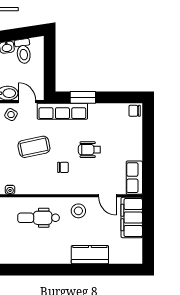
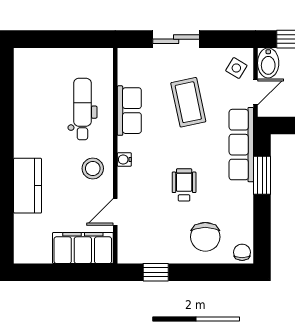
chair: (63, 167) -> (205, 237), moved, width x1.87, depth x1.87
window: (148, 169) -> (156, 272), added
row of seats: (134, 178) -> (129, 111), moved, turned 90
water cooler: (10, 190) -> (124, 160), moved

